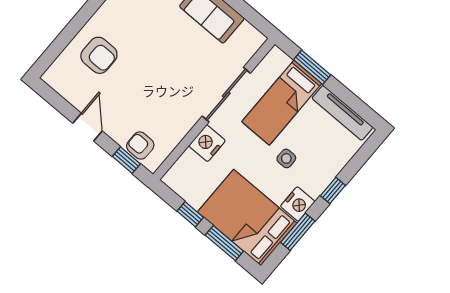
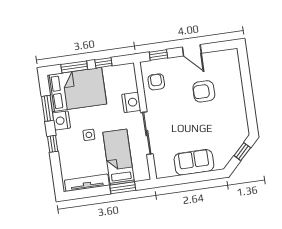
armchair: (99, 55) -> (204, 91), moved
armchair: (140, 146) -> (156, 82), moved, turned -90

